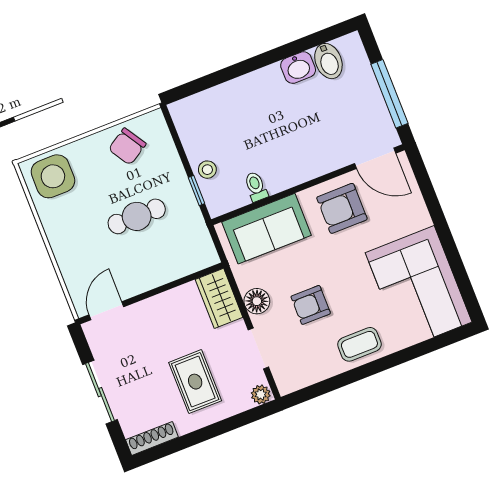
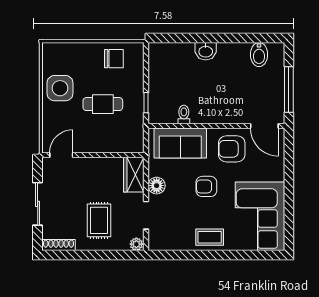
washbasin: (298, 68) -> (206, 51), moved
chair: (127, 147) -> (114, 59), turned -148
stool: (207, 170) -> (158, 92), removed
side table: (53, 176) -> (60, 88), moved
armchair: (311, 305) -> (206, 186), moved

